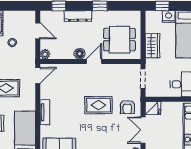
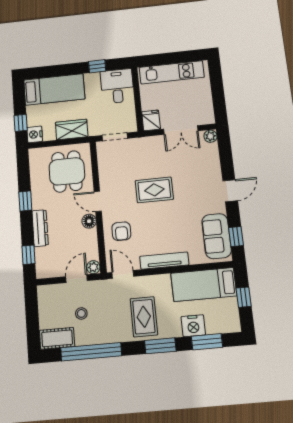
nightstand: (169, 16) -> (35, 134), moved
door: (38, 31) -> (76, 279), moved
rug: (98, 105) -> (154, 190), turned 90
armchair: (127, 107) -> (121, 231), moved, turned 90
tv unit: (45, 112) -> (164, 261), width x1.41

